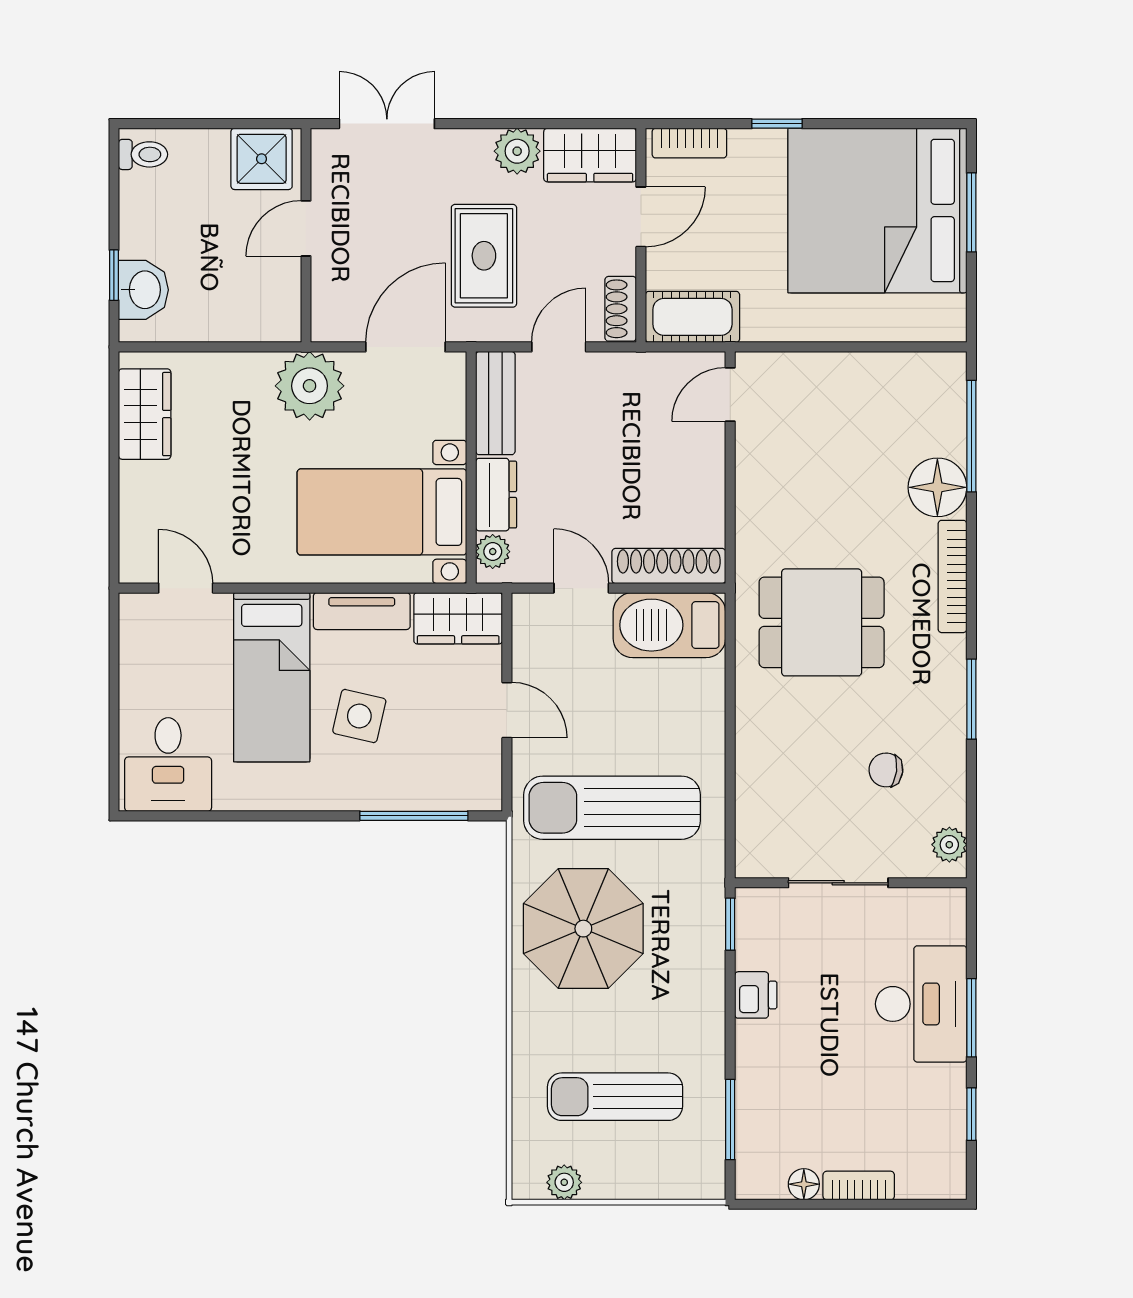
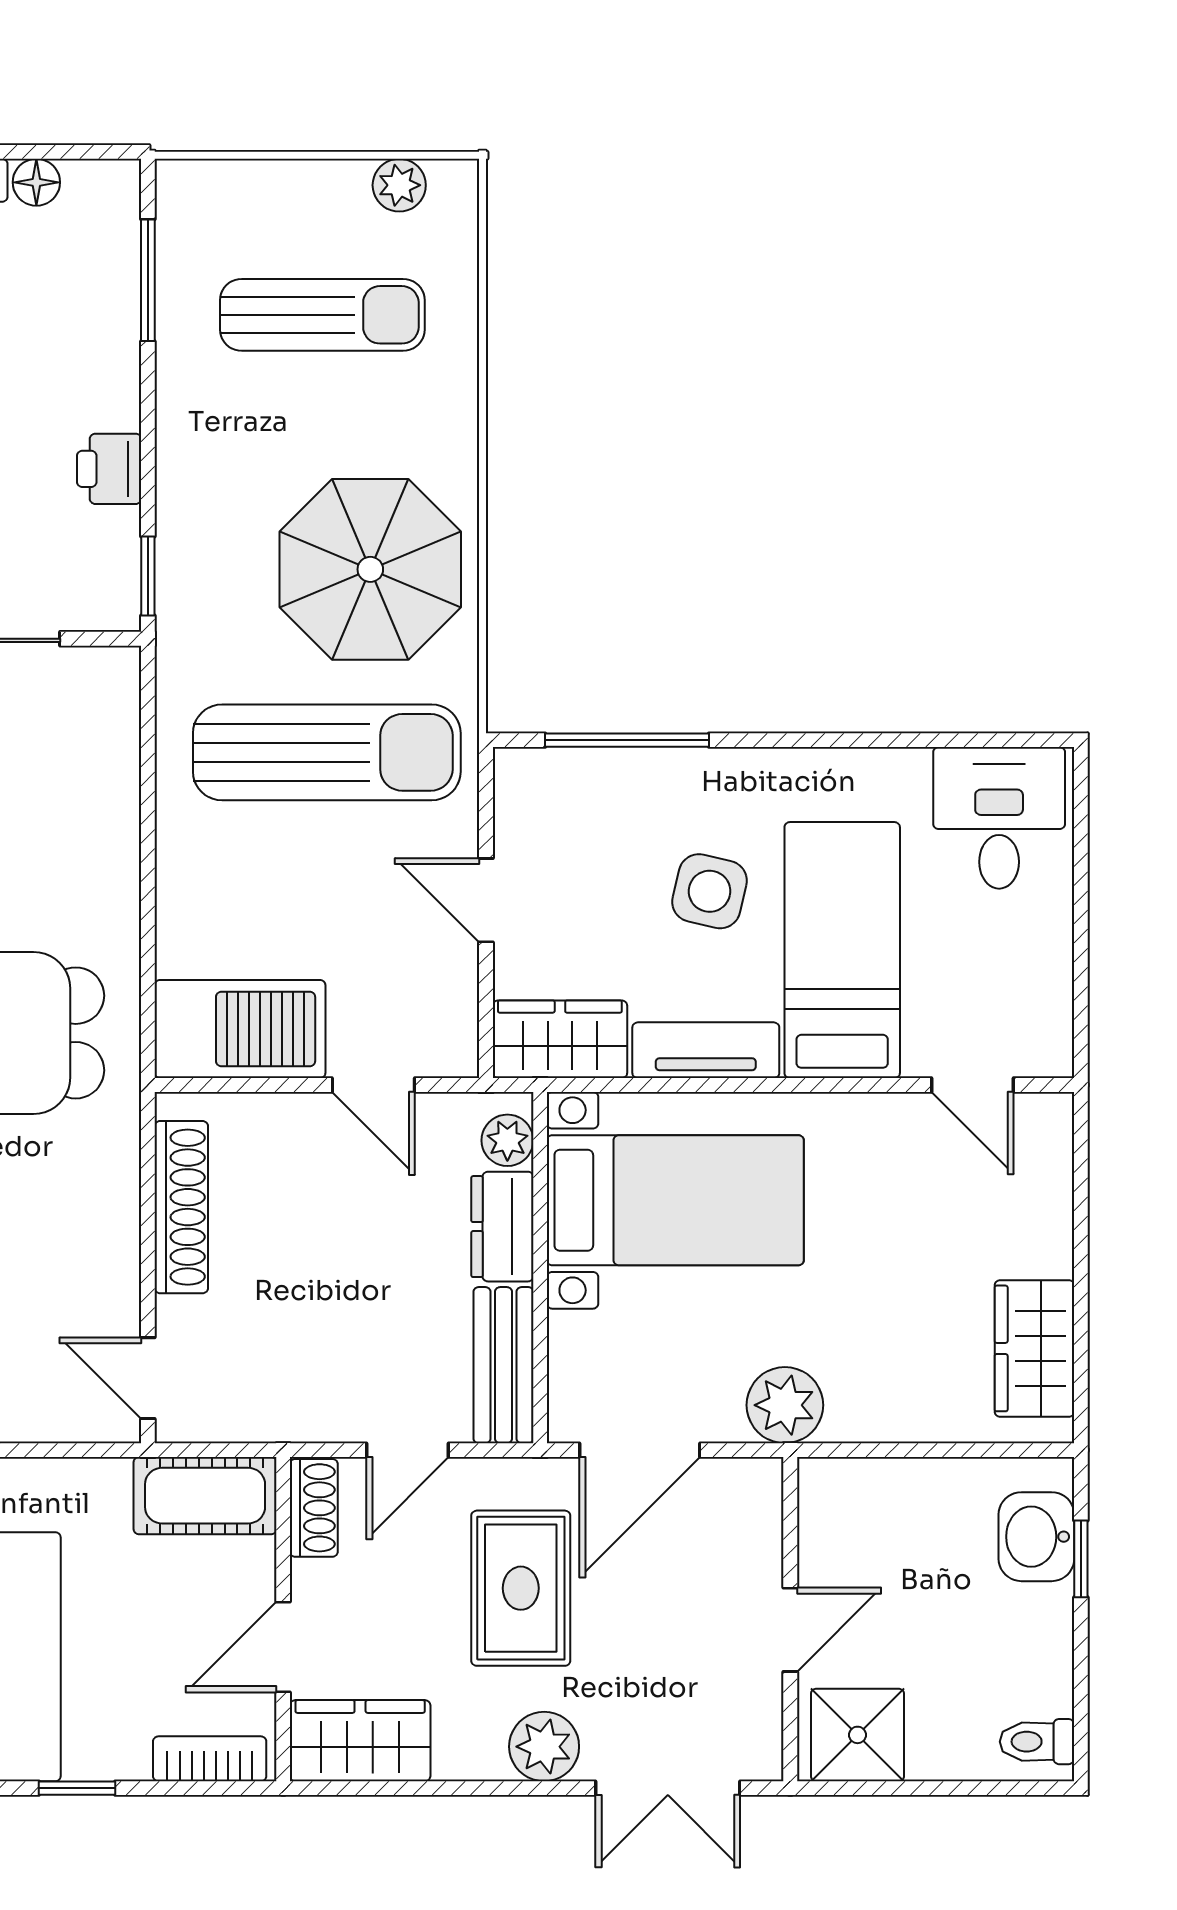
plant: (517, 151) -> (544, 1747), moved
plant: (310, 386) -> (785, 1405), width x0.73, depth x0.73
door: (730, 394) -> (148, 1378), swing flipped
shoe rack: (669, 566) -> (181, 1207), moved, turned -90

